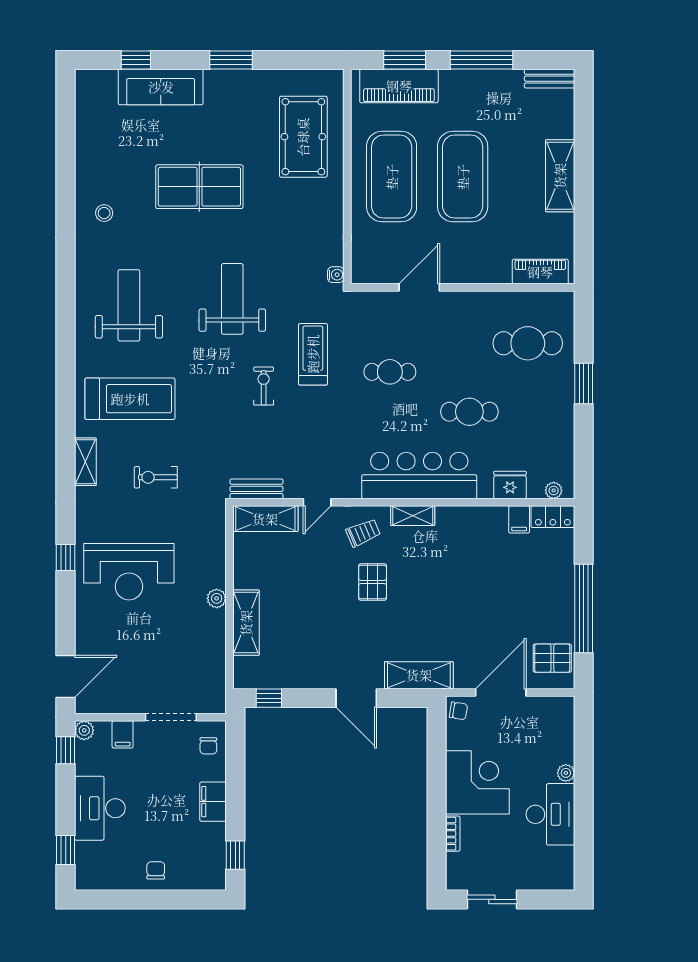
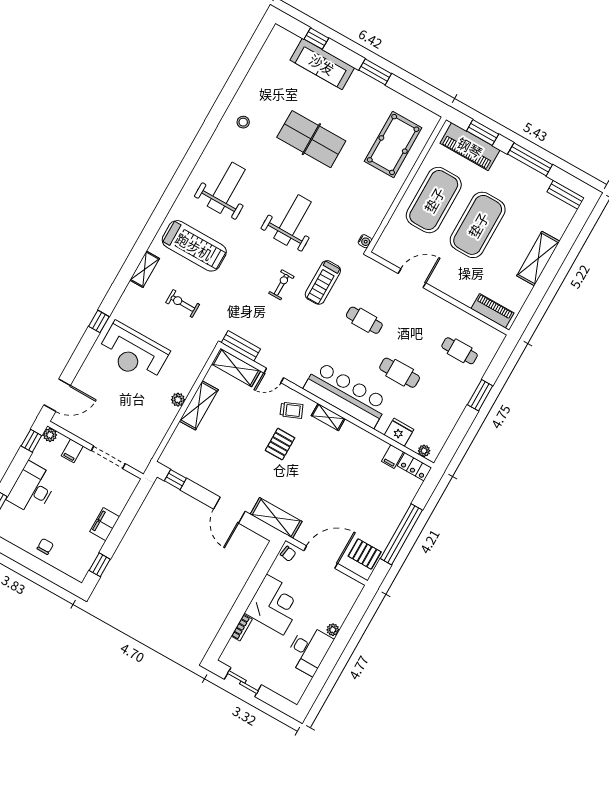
cafe table: (528, 343) -> (460, 351), width x0.73, depth x0.74
treadmill: (313, 354) -> (323, 282), turned 180
shelving: (246, 623) -> (199, 405), moved
chair: (208, 746) -> (121, 488), removed

